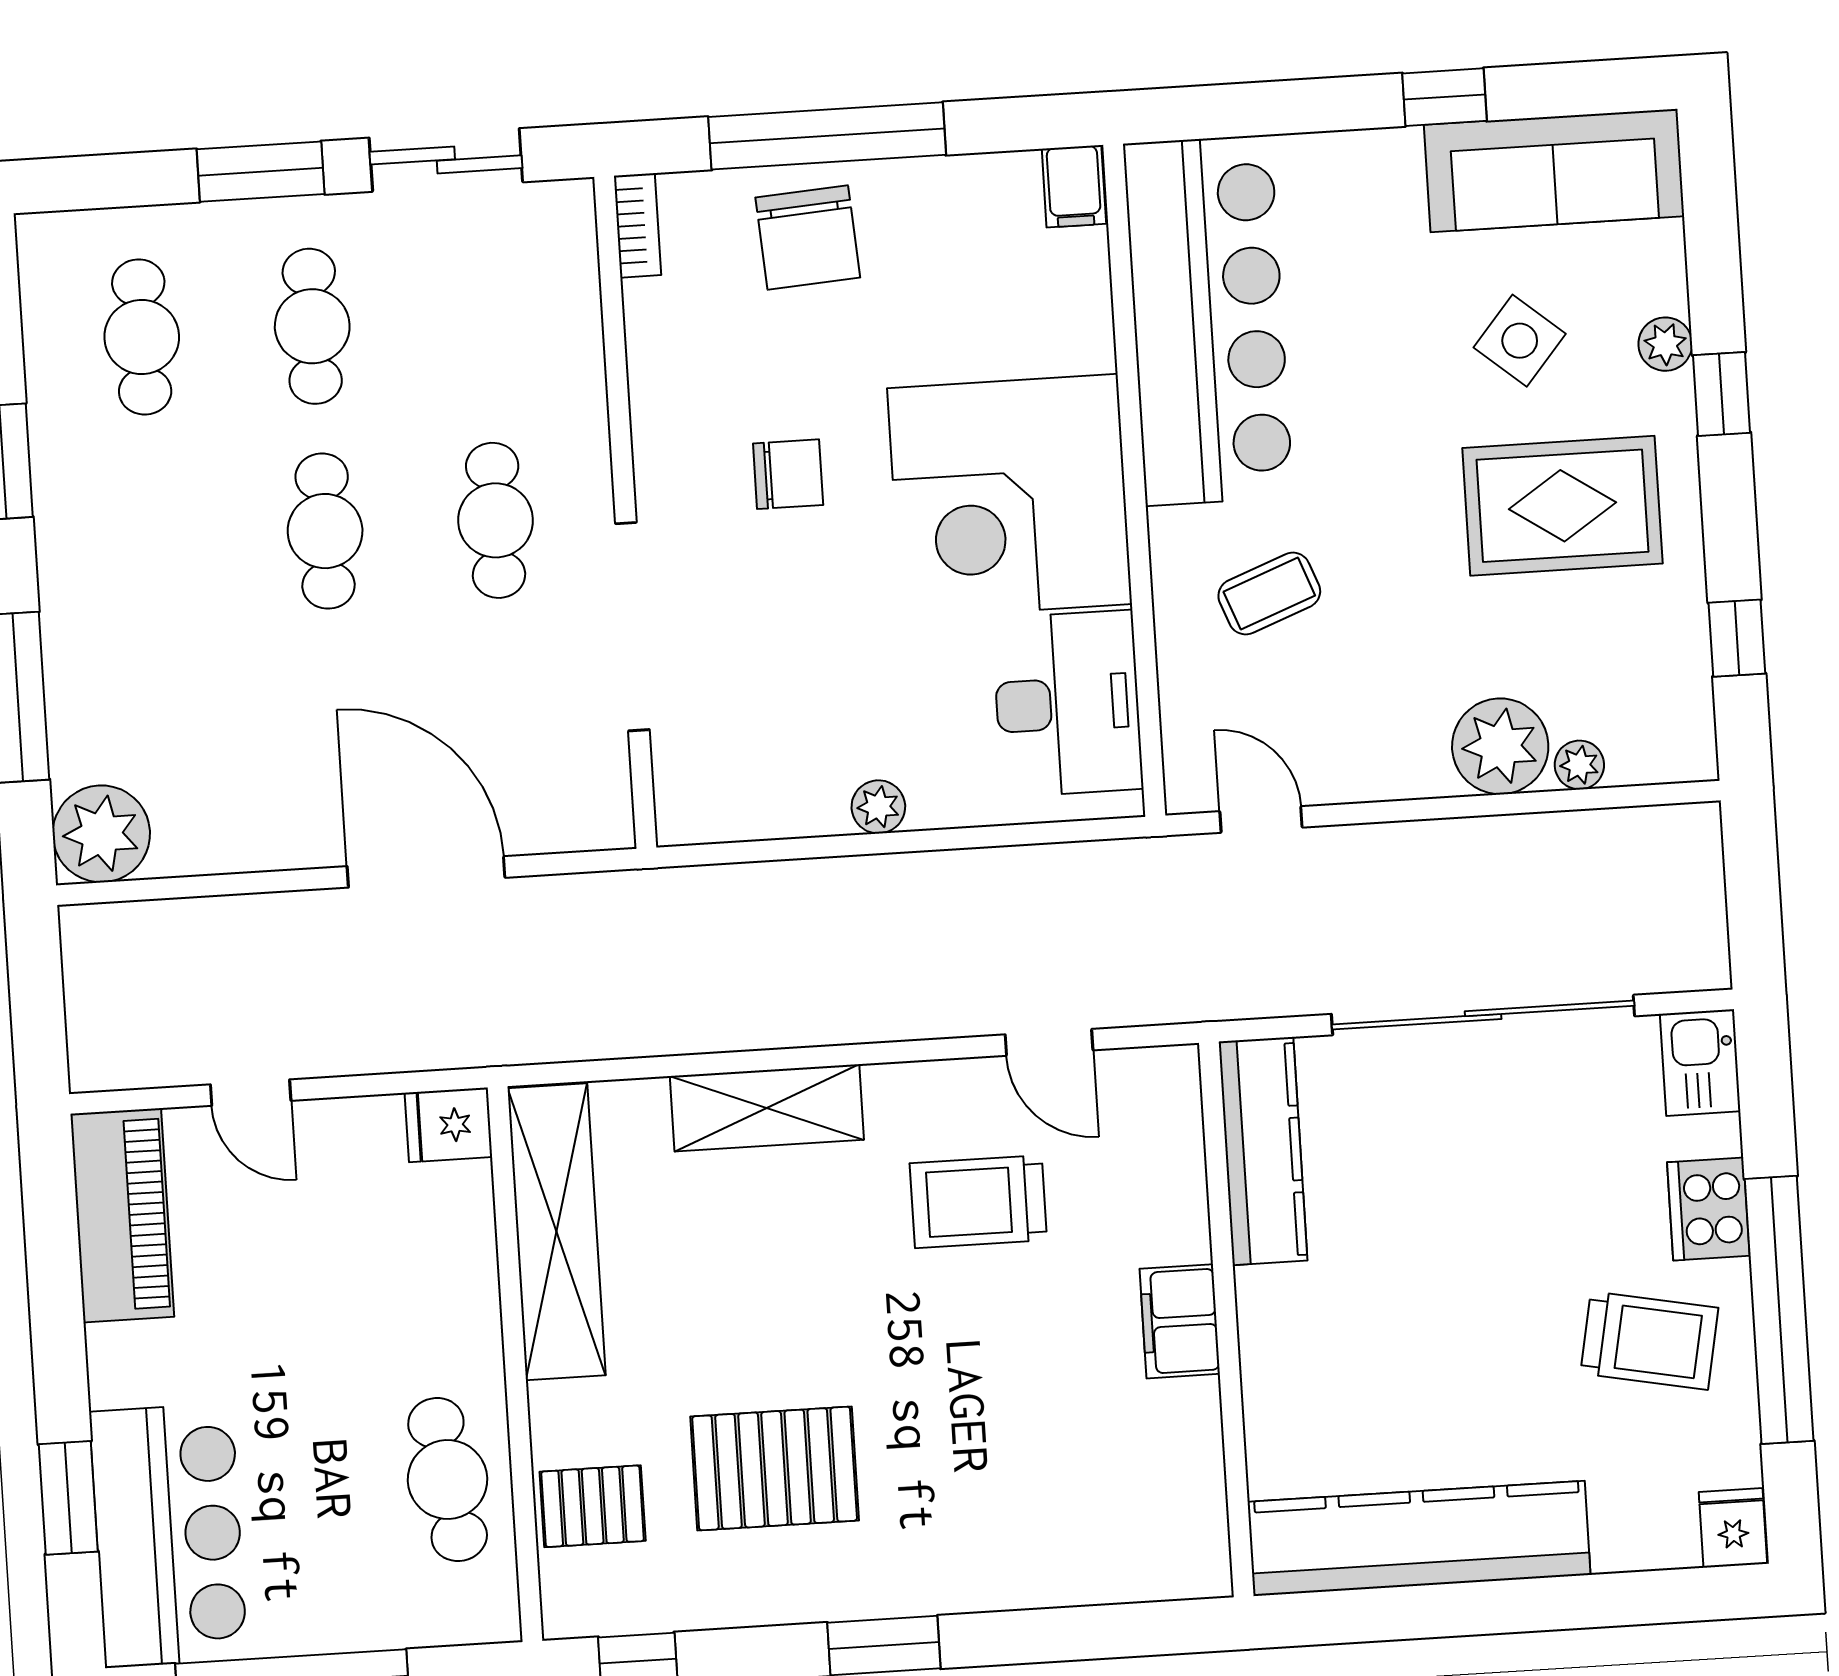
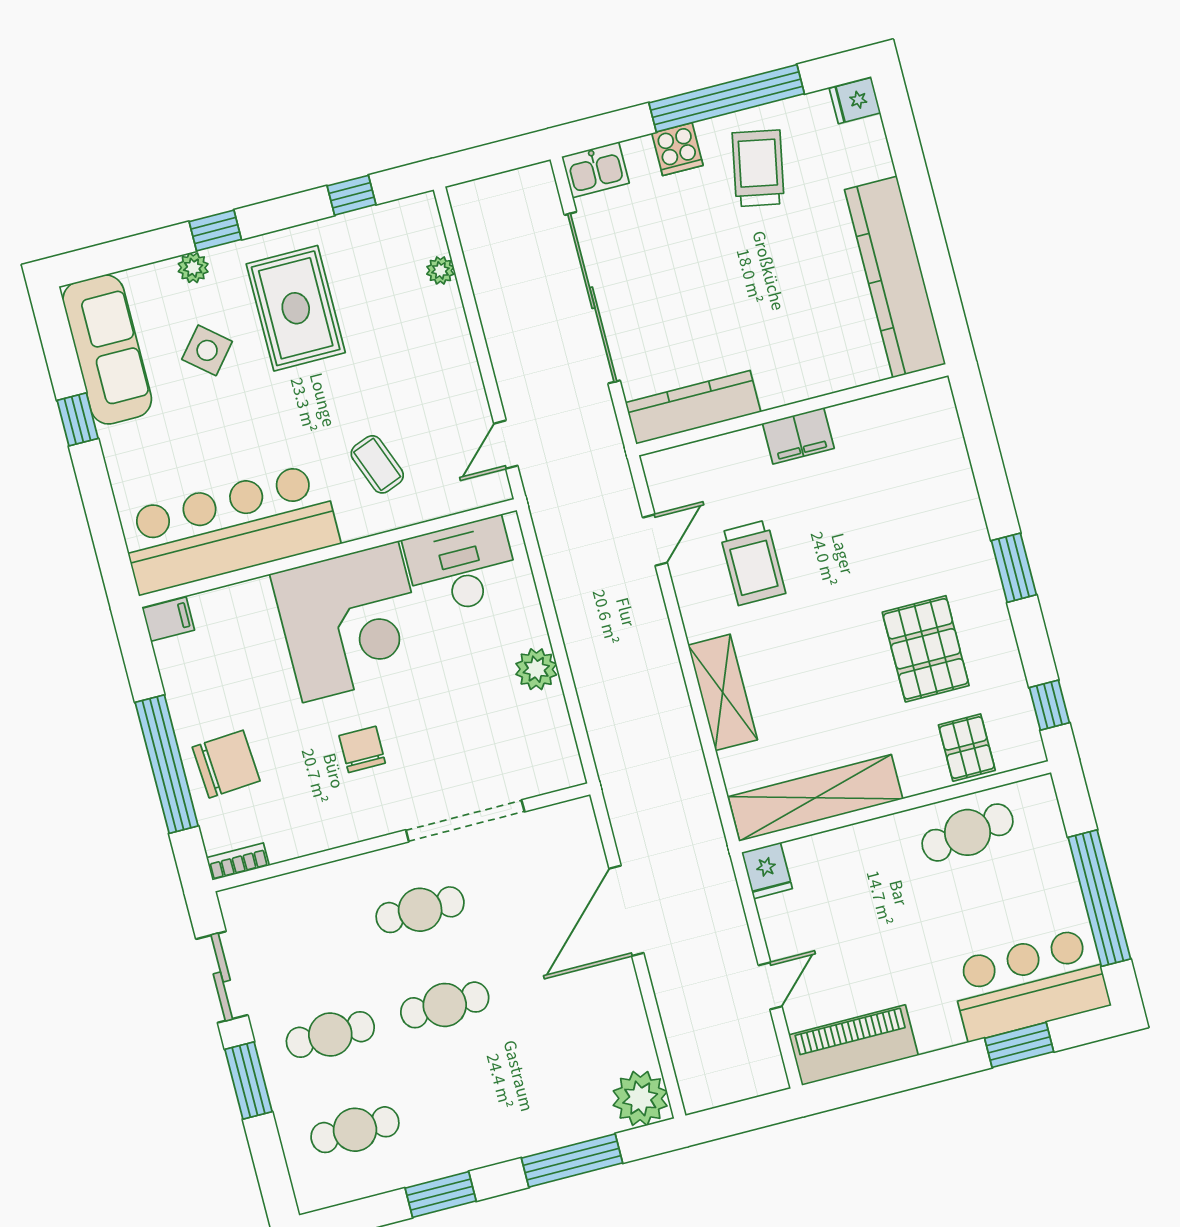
plant: (1500, 746) -> (438, 317), removed
plant: (878, 807) -> (536, 669), width x1.38, depth x1.38
cooker: (1708, 1209) -> (677, 149), width x0.73

